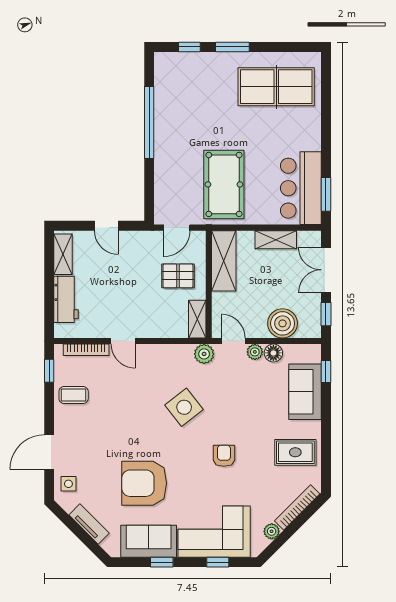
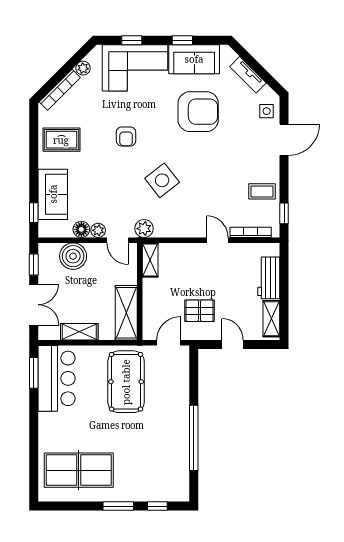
pallet: (178, 276) -> (200, 311), moved

